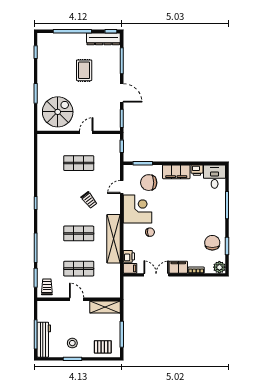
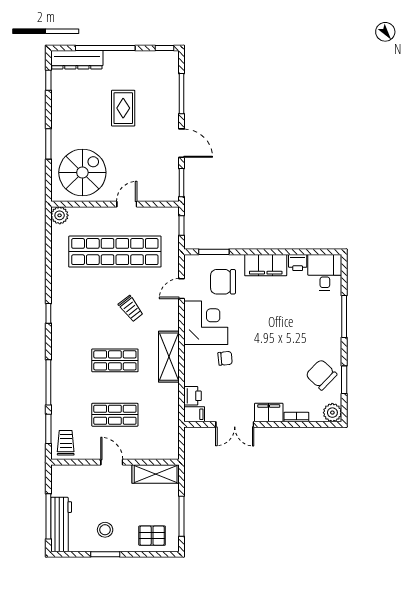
dresser: (103, 39) -> (77, 60), moved
plant: (43, 140) -> (60, 215), added
shop shelf: (79, 163) -> (115, 252), width x2.00, depth x1.36
shelving: (114, 239) -> (169, 357), width x0.68
chair: (212, 243) -> (321, 375), turned -46
double door: (156, 275) -> (235, 424), swing flipped

